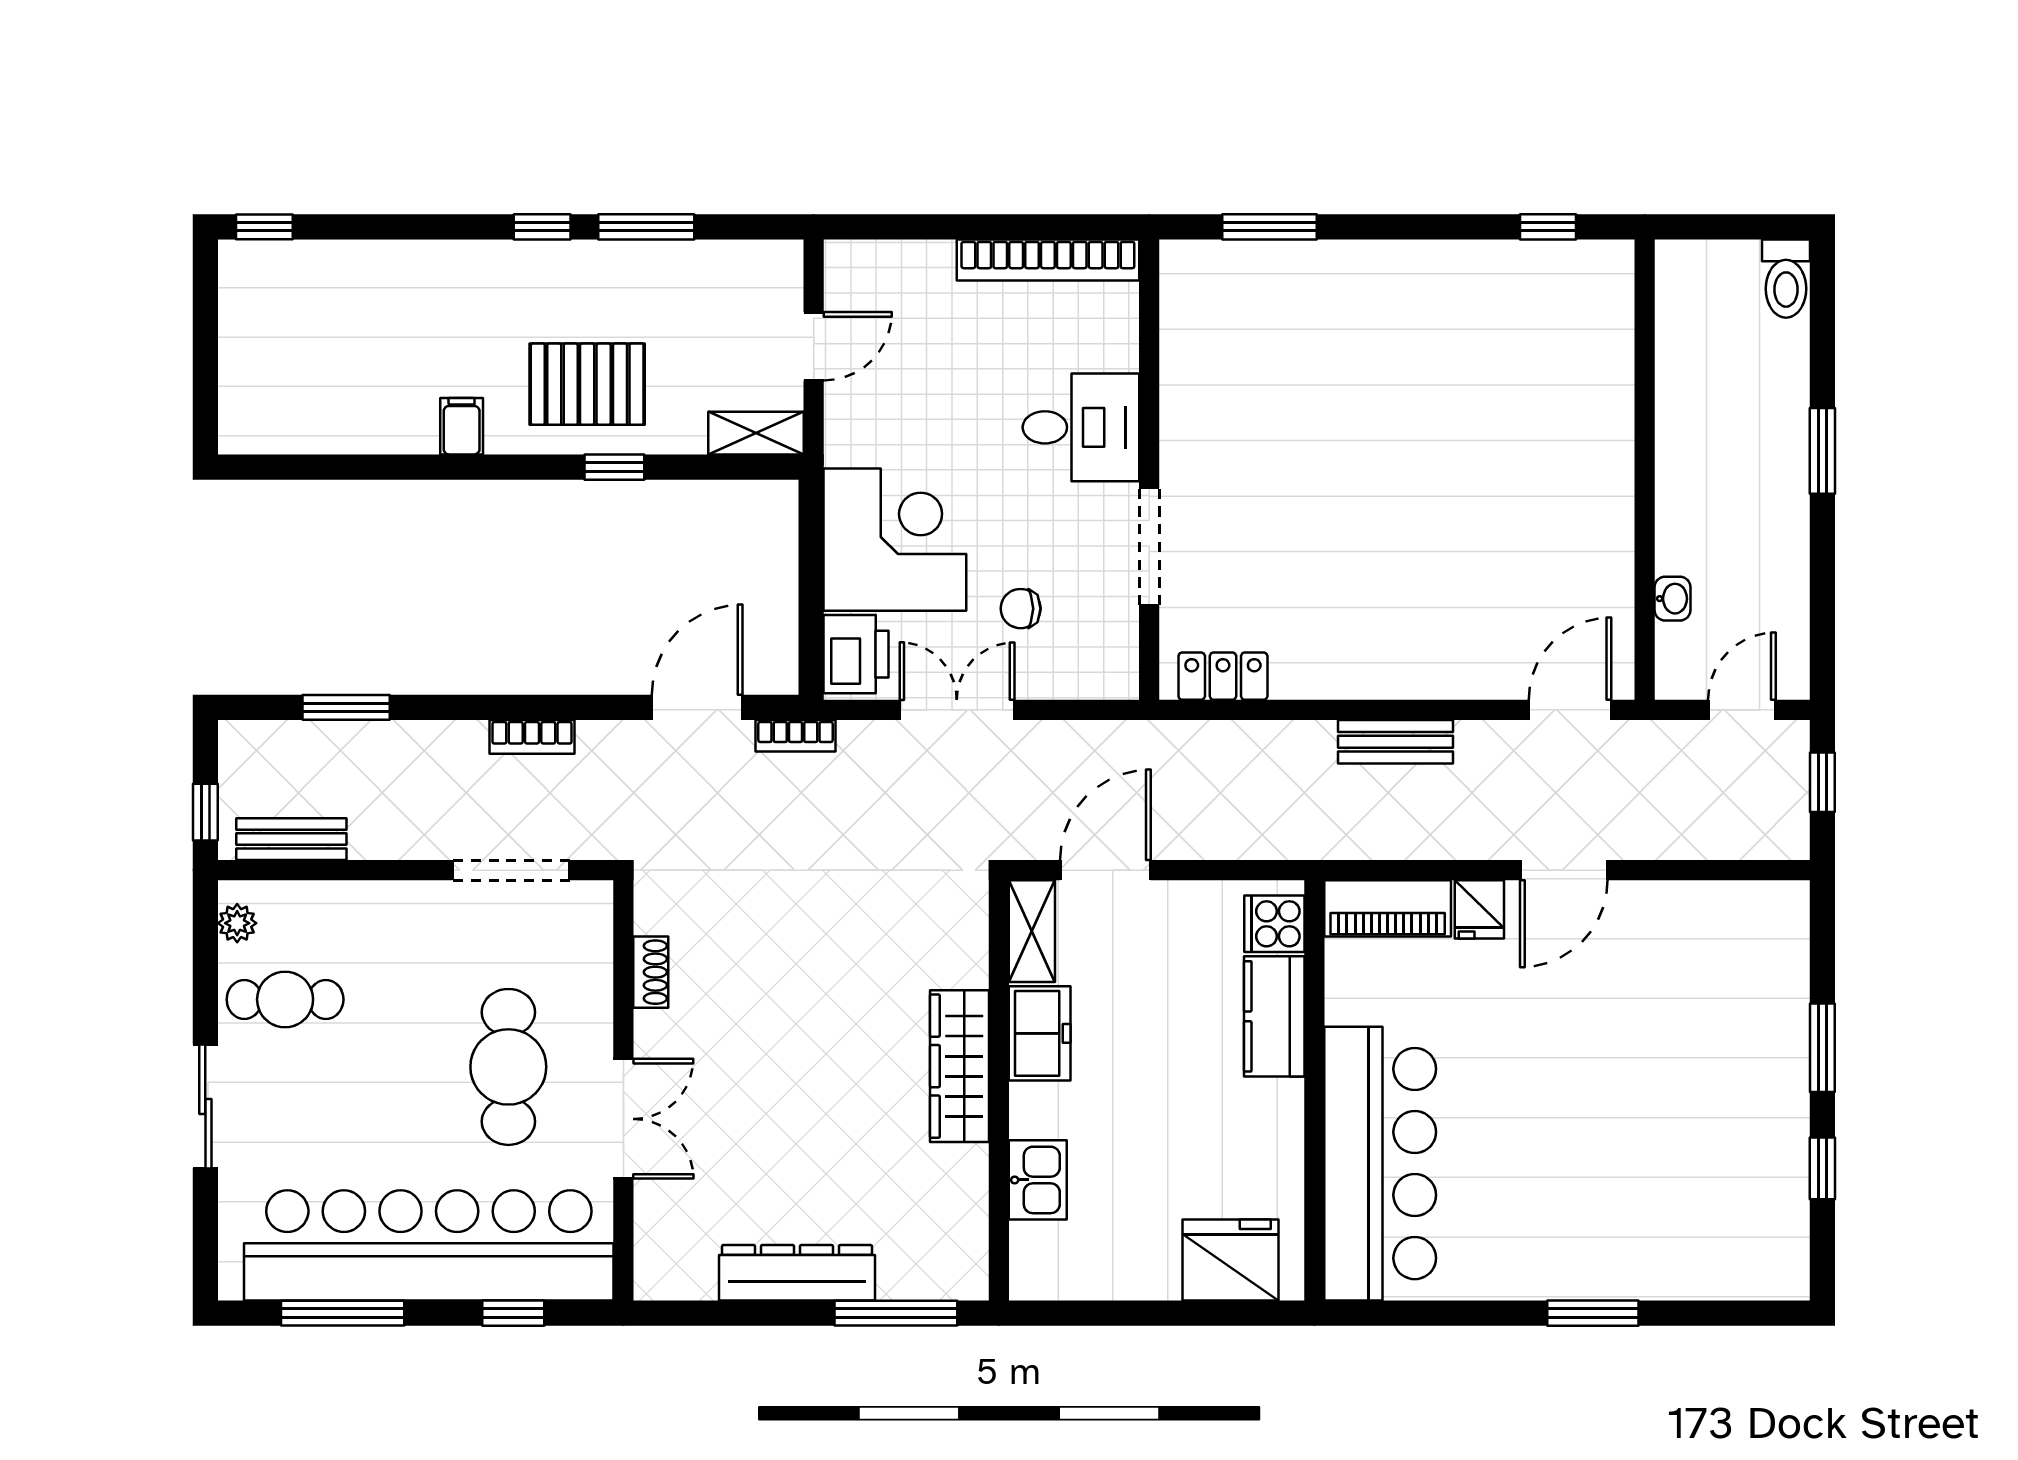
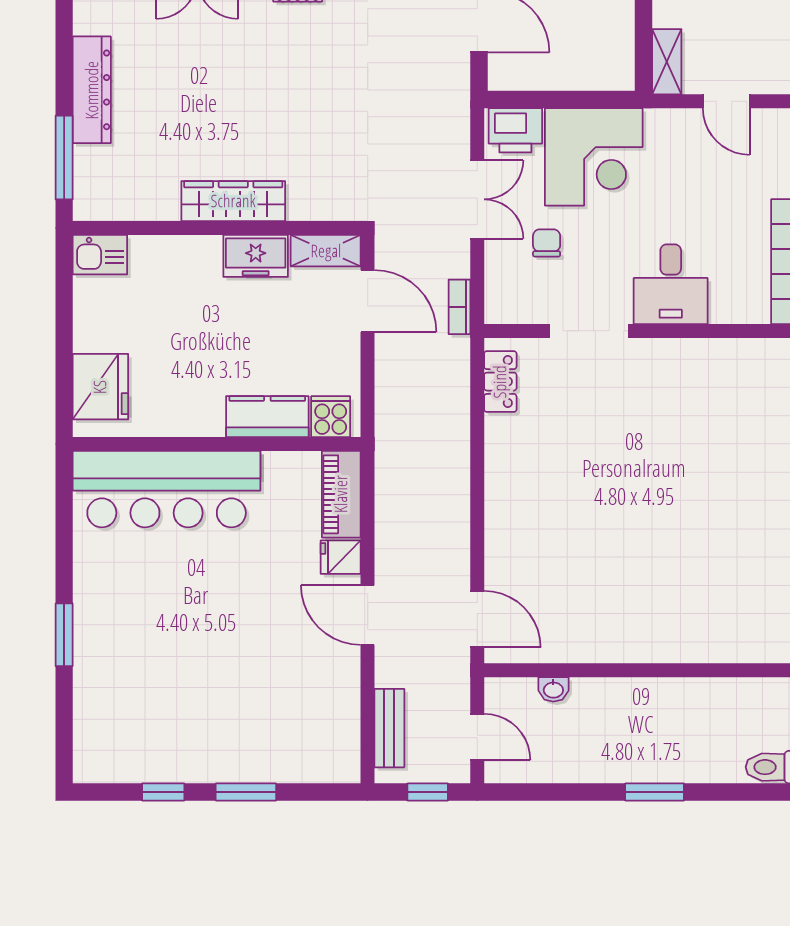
bookcase: (796, 736) -> (459, 307), moved
bench: (1395, 742) -> (389, 728), moved
kitchen sink: (1038, 1180) -> (100, 255), moved

